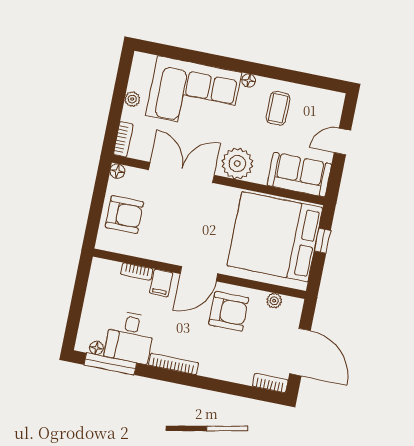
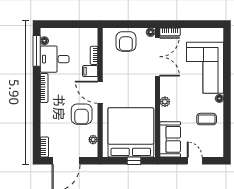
plant: (132, 99) -> (195, 32), removed
plant: (237, 164) -> (165, 102), width x0.53, depth x0.53
double door: (181, 172) -> (157, 57), moved

